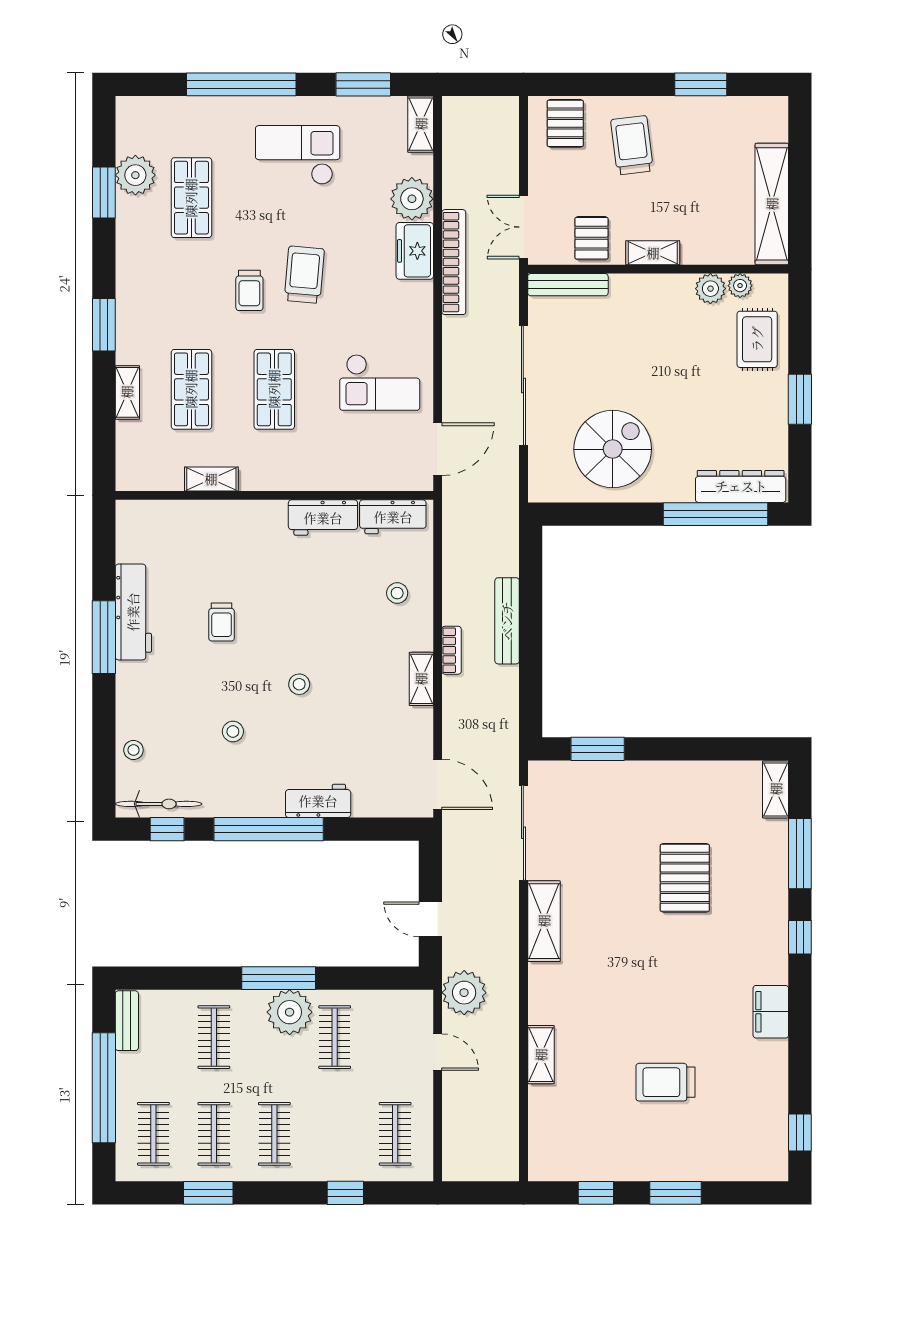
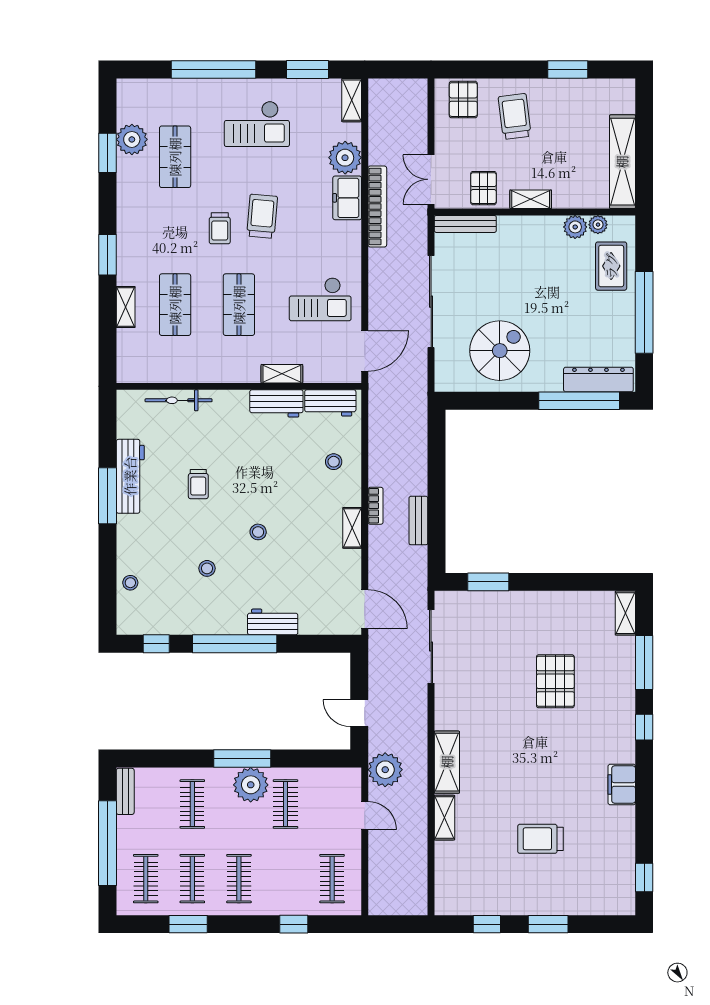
checkout: (298, 155) -> (257, 124), turned 180
window: (800, 399) -> (644, 312), width x2.11
shelving: (211, 479) -> (282, 374), moved
bench: (507, 621) -> (418, 521), moved, width x0.73
bicycle: (159, 804) -> (179, 400), moved, turned 180
shelving: (544, 921) -> (447, 762), moved

